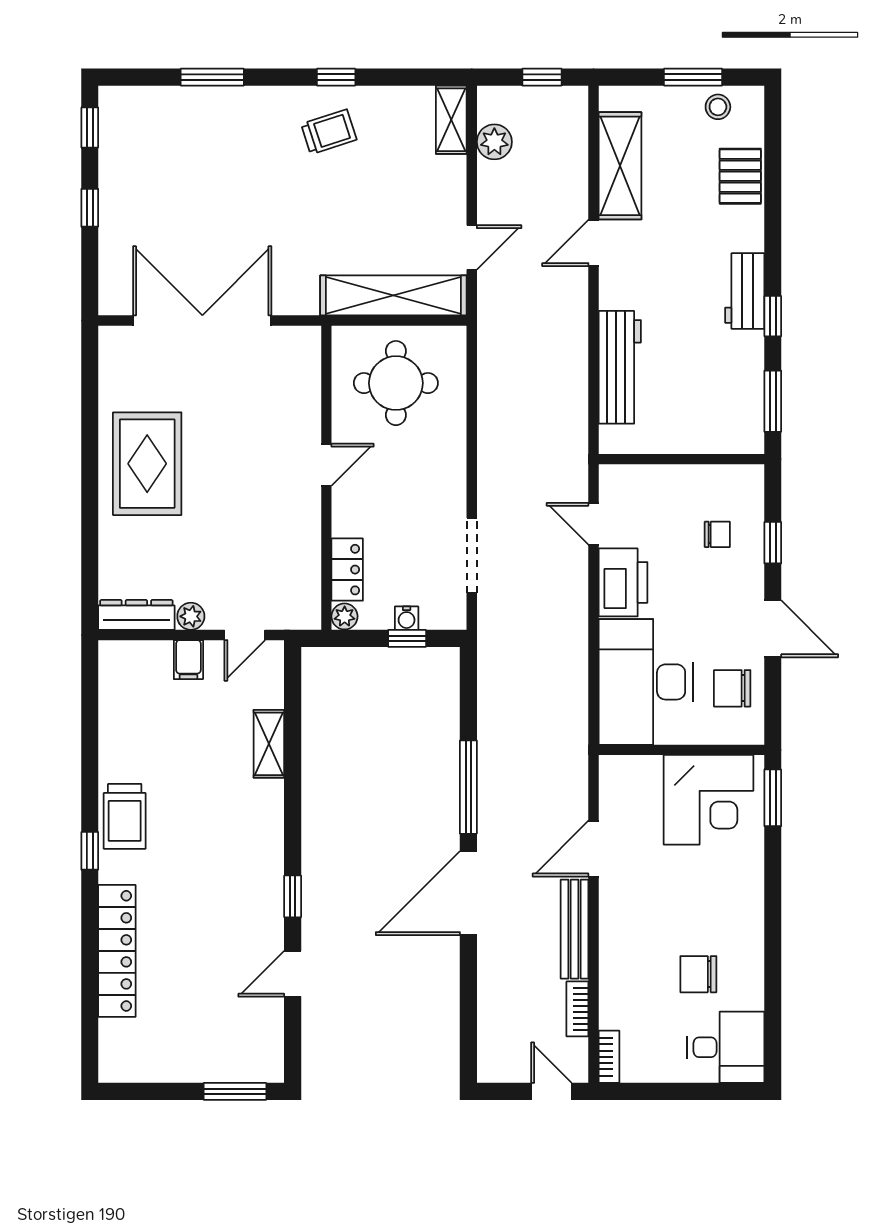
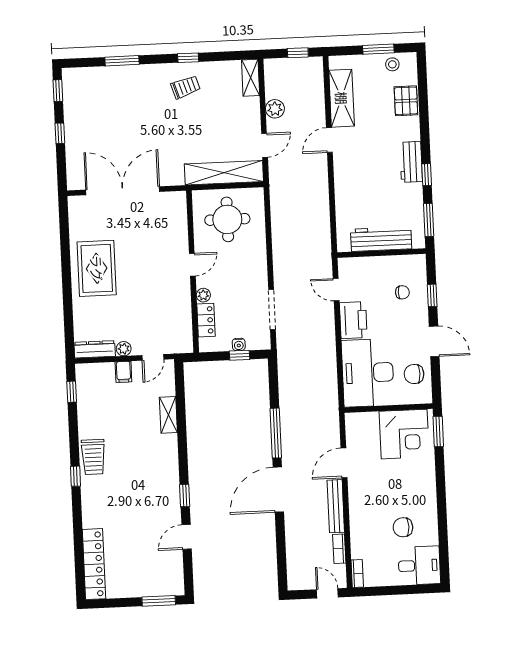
plant: (494, 142) -> (275, 109), moved
workbench: (620, 367) -> (381, 239), moved, turned -90
plant: (345, 616) -> (203, 295), moved
window: (90, 692) -> (72, 392), added
locker: (117, 951) -> (94, 564), moved

